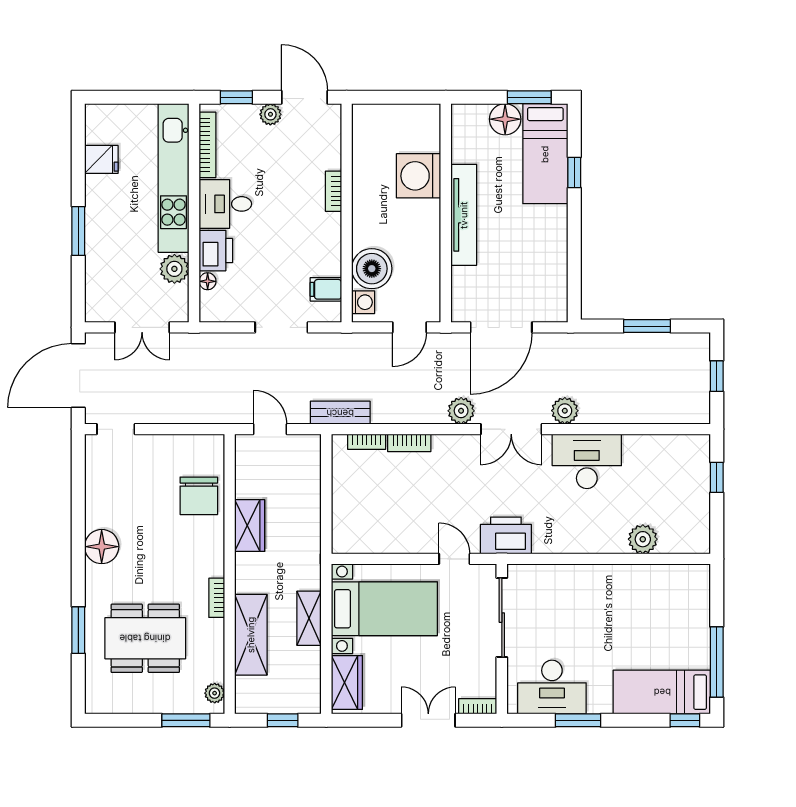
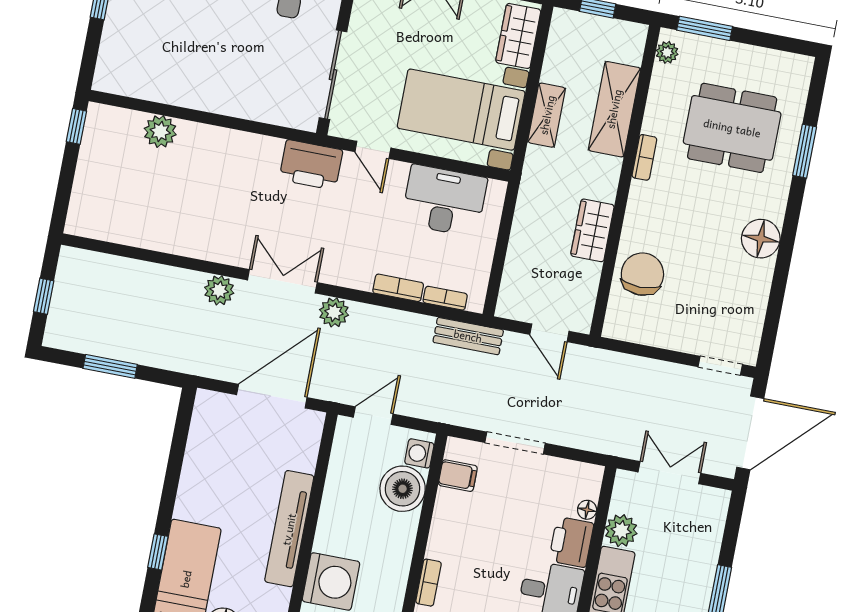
desk: (587, 461) -> (444, 201), moved, turned 180
window: (717, 477) -> (76, 126), moved

